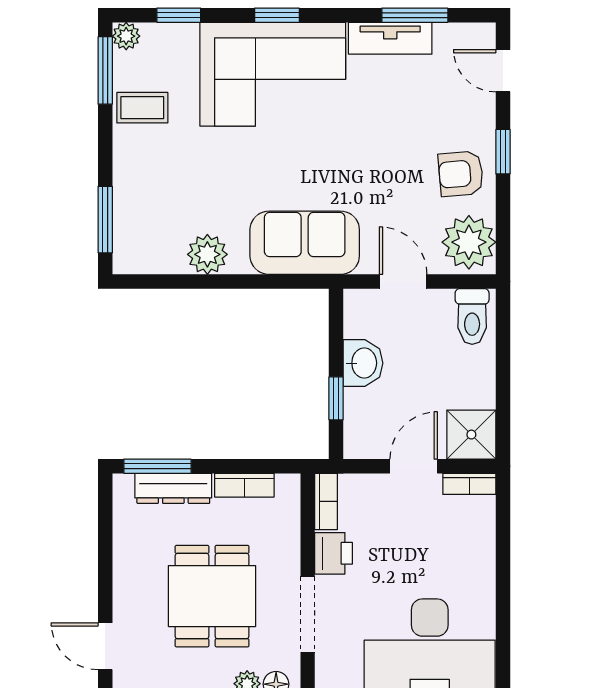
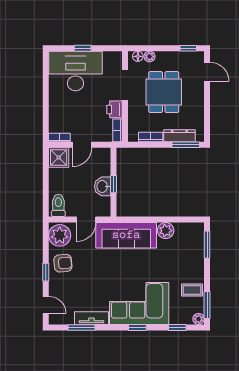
sofa: (305, 243) -> (126, 235), width x1.36
door: (403, 282) -> (86, 220), hinge flipped
window: (336, 398) -> (113, 184), moved

